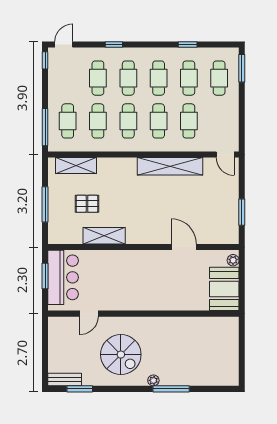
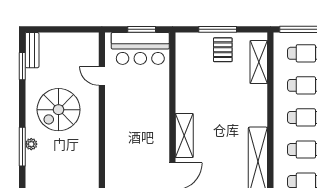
pallet: (87, 204) -> (223, 50), moved
shelving: (104, 236) -> (184, 135), moved
window: (171, 389) -> (22, 147), moved

